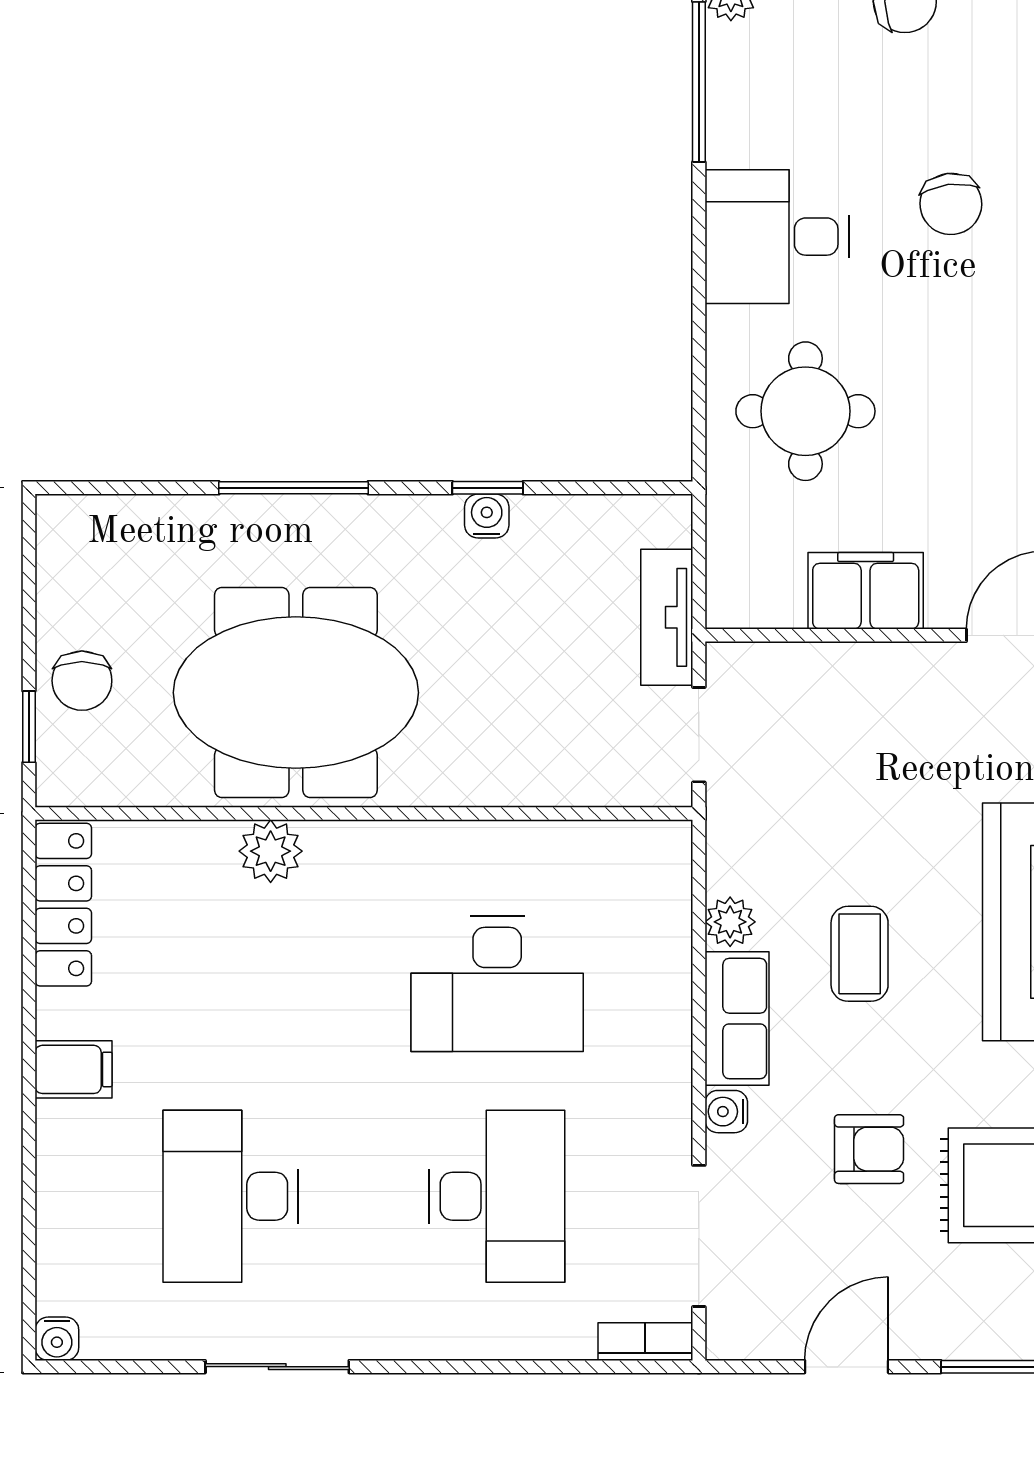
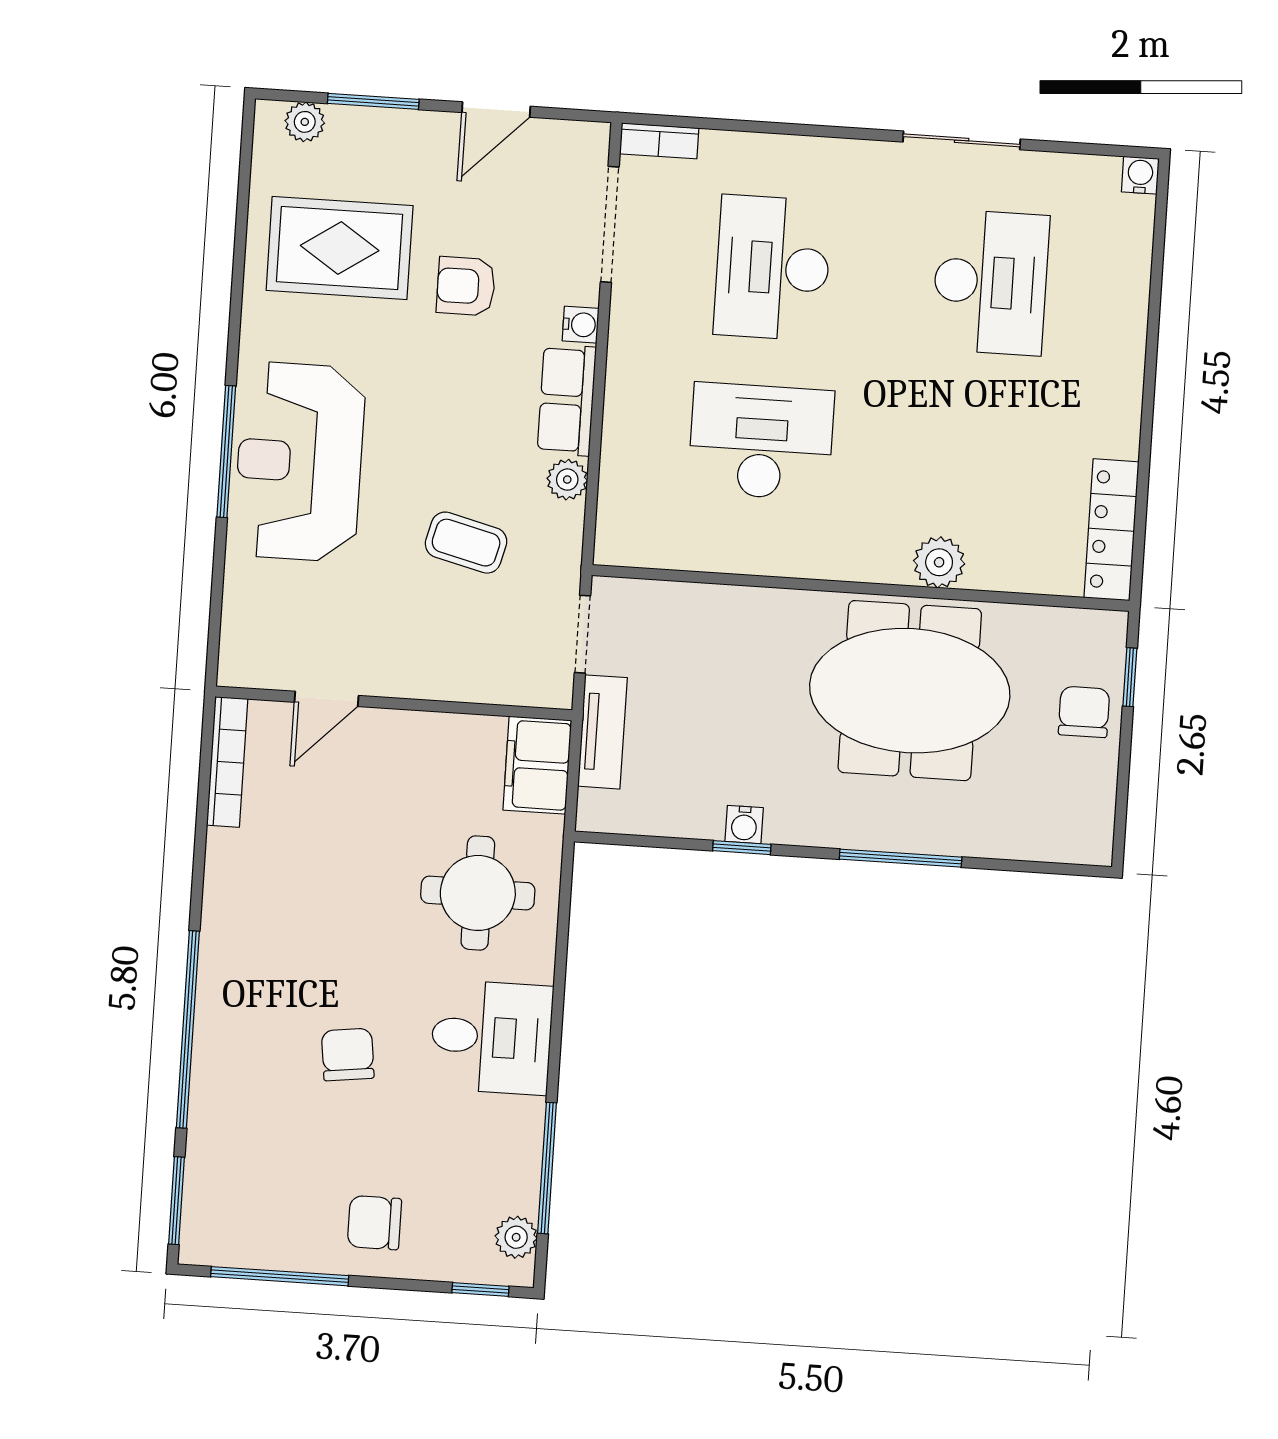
filing cabinet: (866, 591) -> (537, 765), moved, turned 90
coffee table: (860, 954) -> (466, 543), moved, turned -76
filing cabinet: (73, 1069) -> (1112, 395), removed

